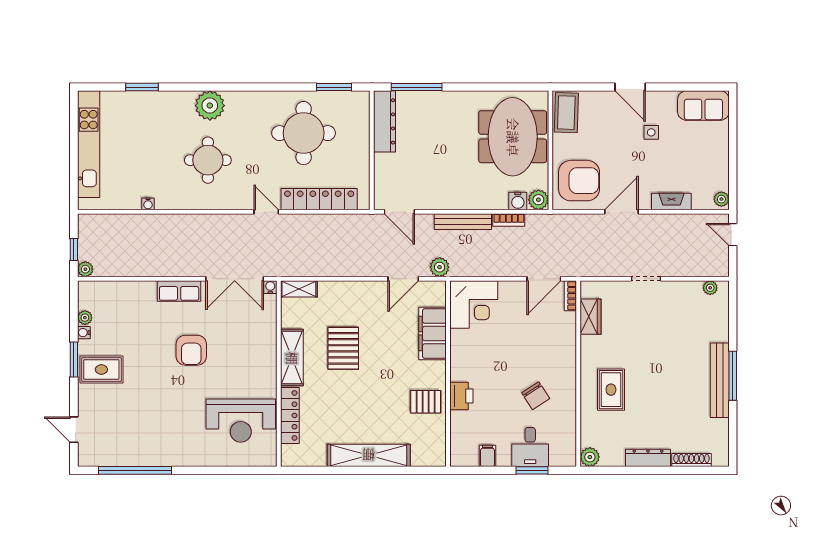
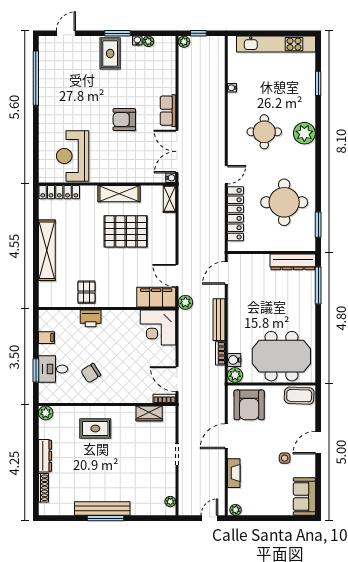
door: (621, 212) -> (226, 436), swing flipped
filing cabinet: (432, 333) -> (156, 297), moved
pallet: (343, 348) -> (126, 231), width x1.37, depth x1.41
locker: (290, 415) -> (59, 192), moved

